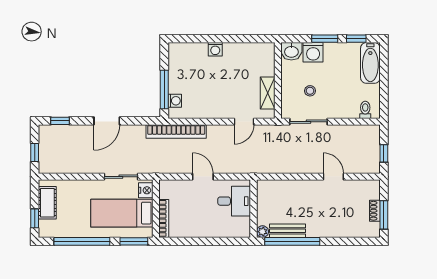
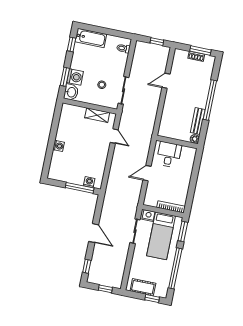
window: (325, 39) -> (65, 77), moved
bookcase: (176, 132) -> (111, 185), removed
window: (292, 241) -> (210, 100), moved

